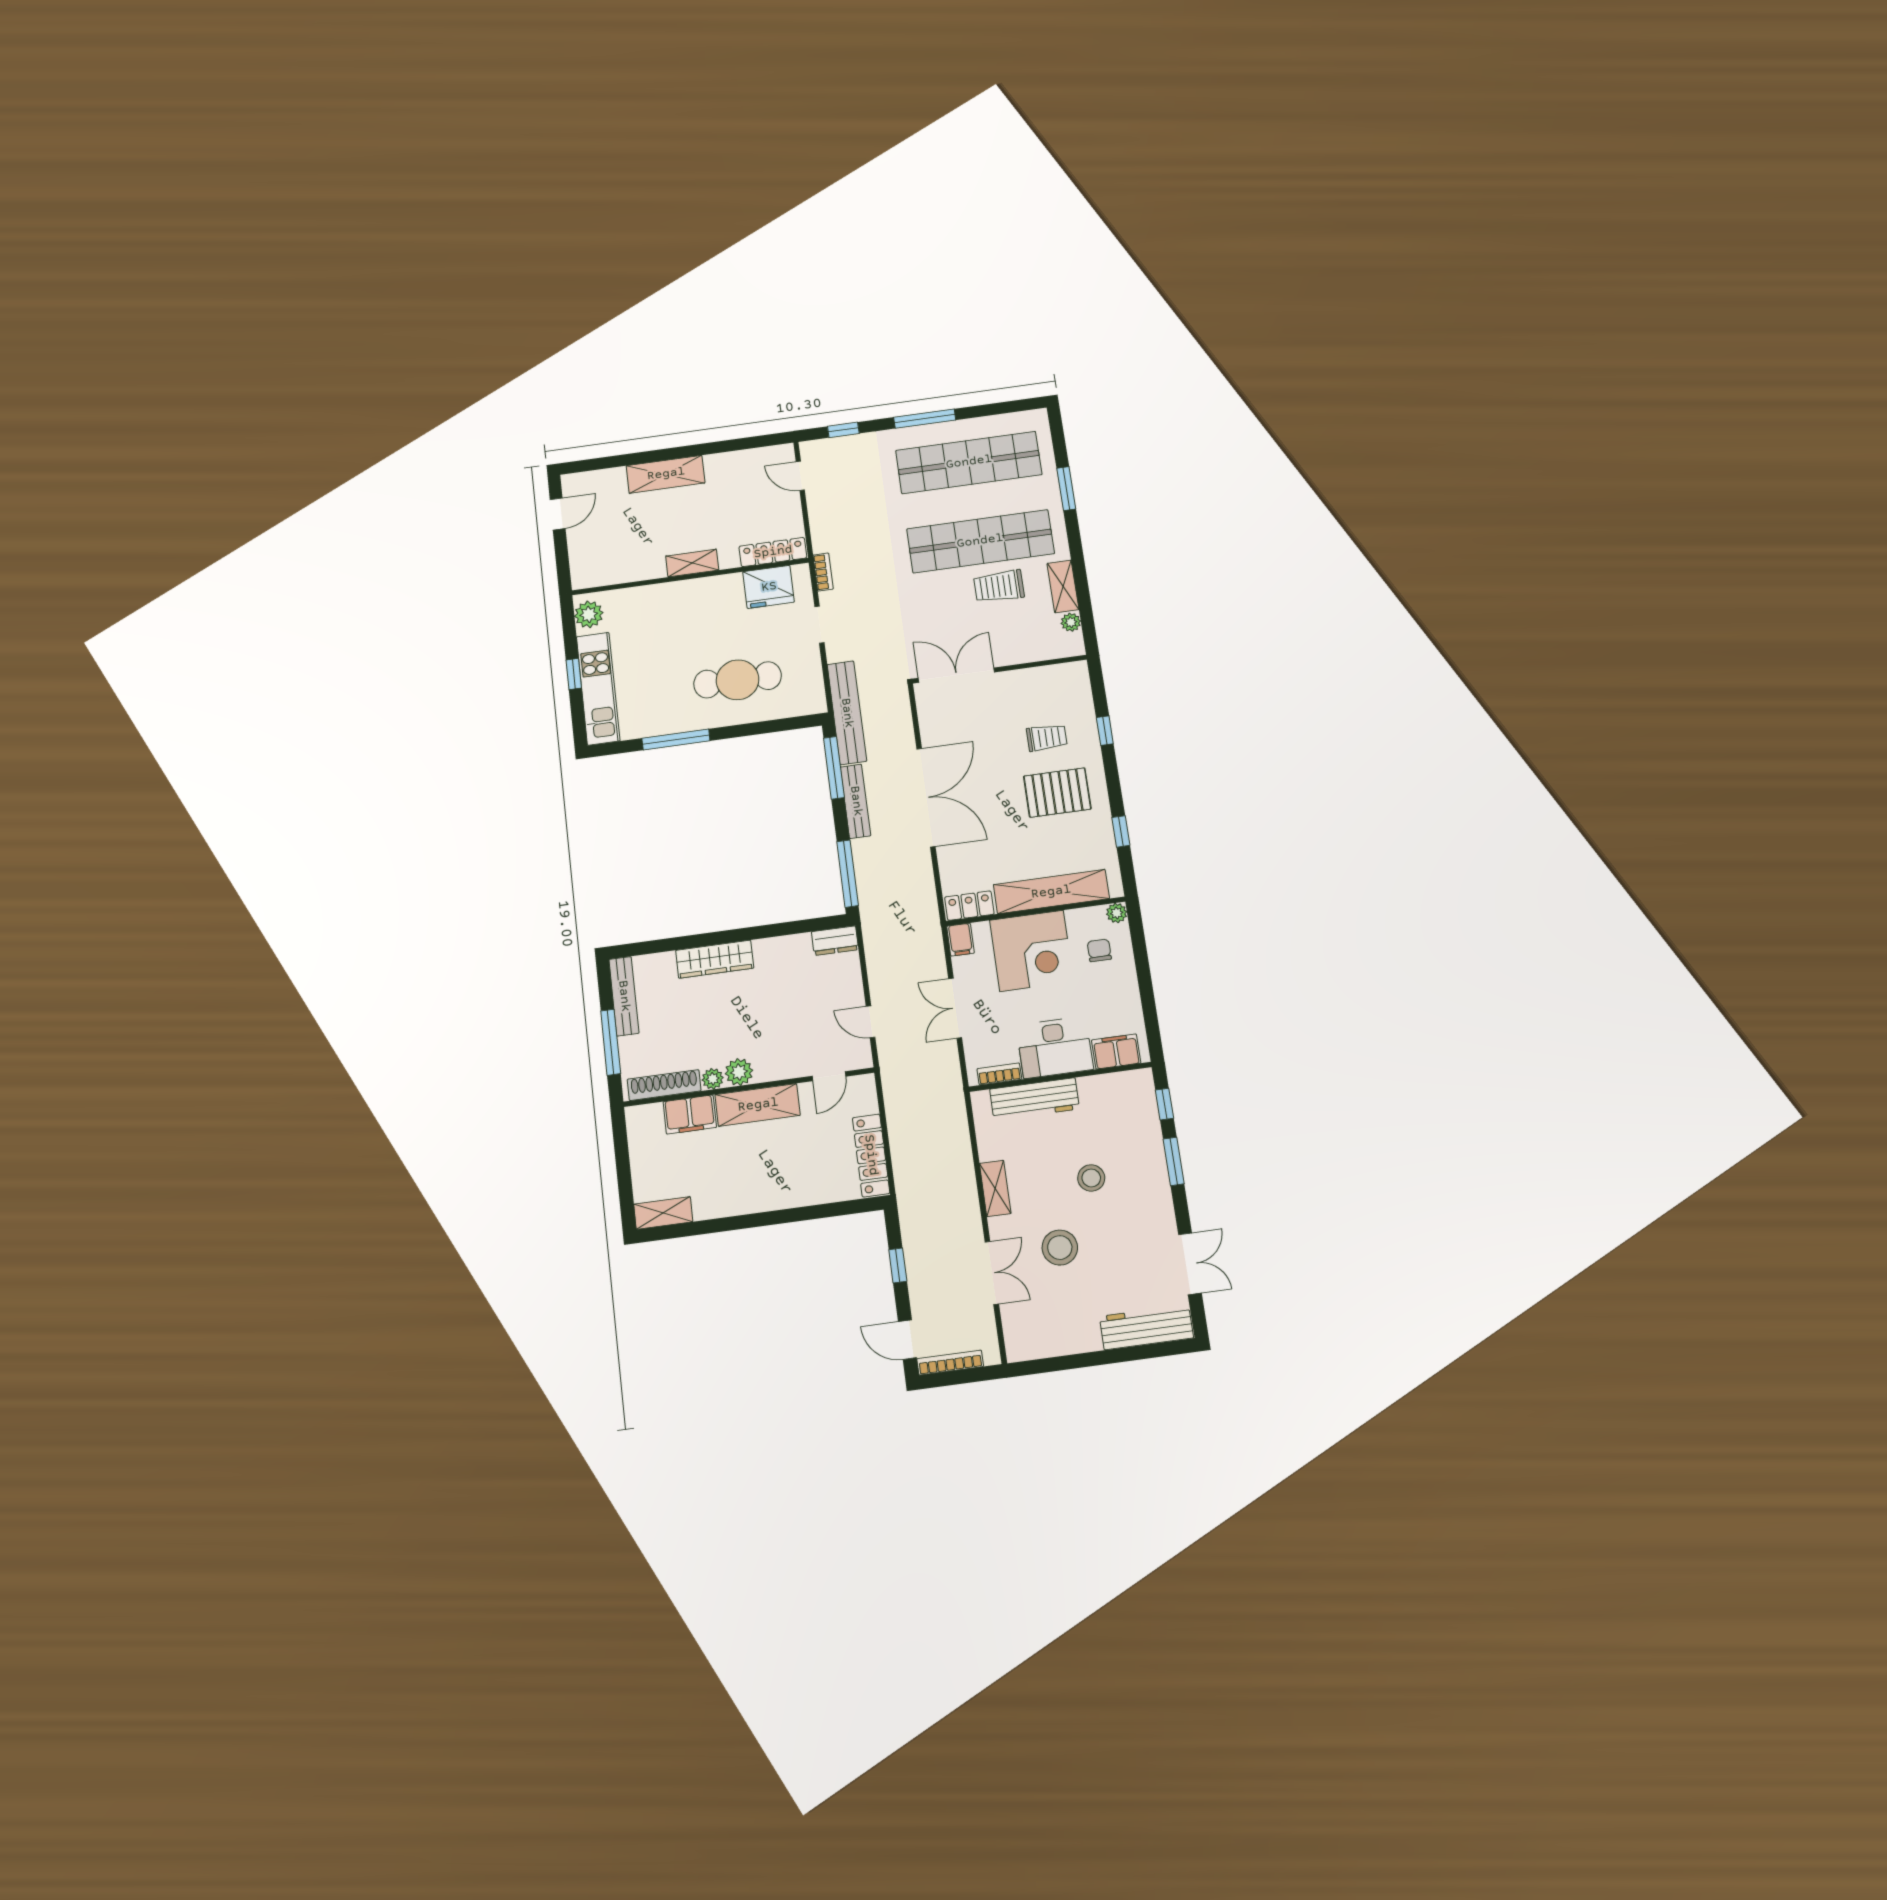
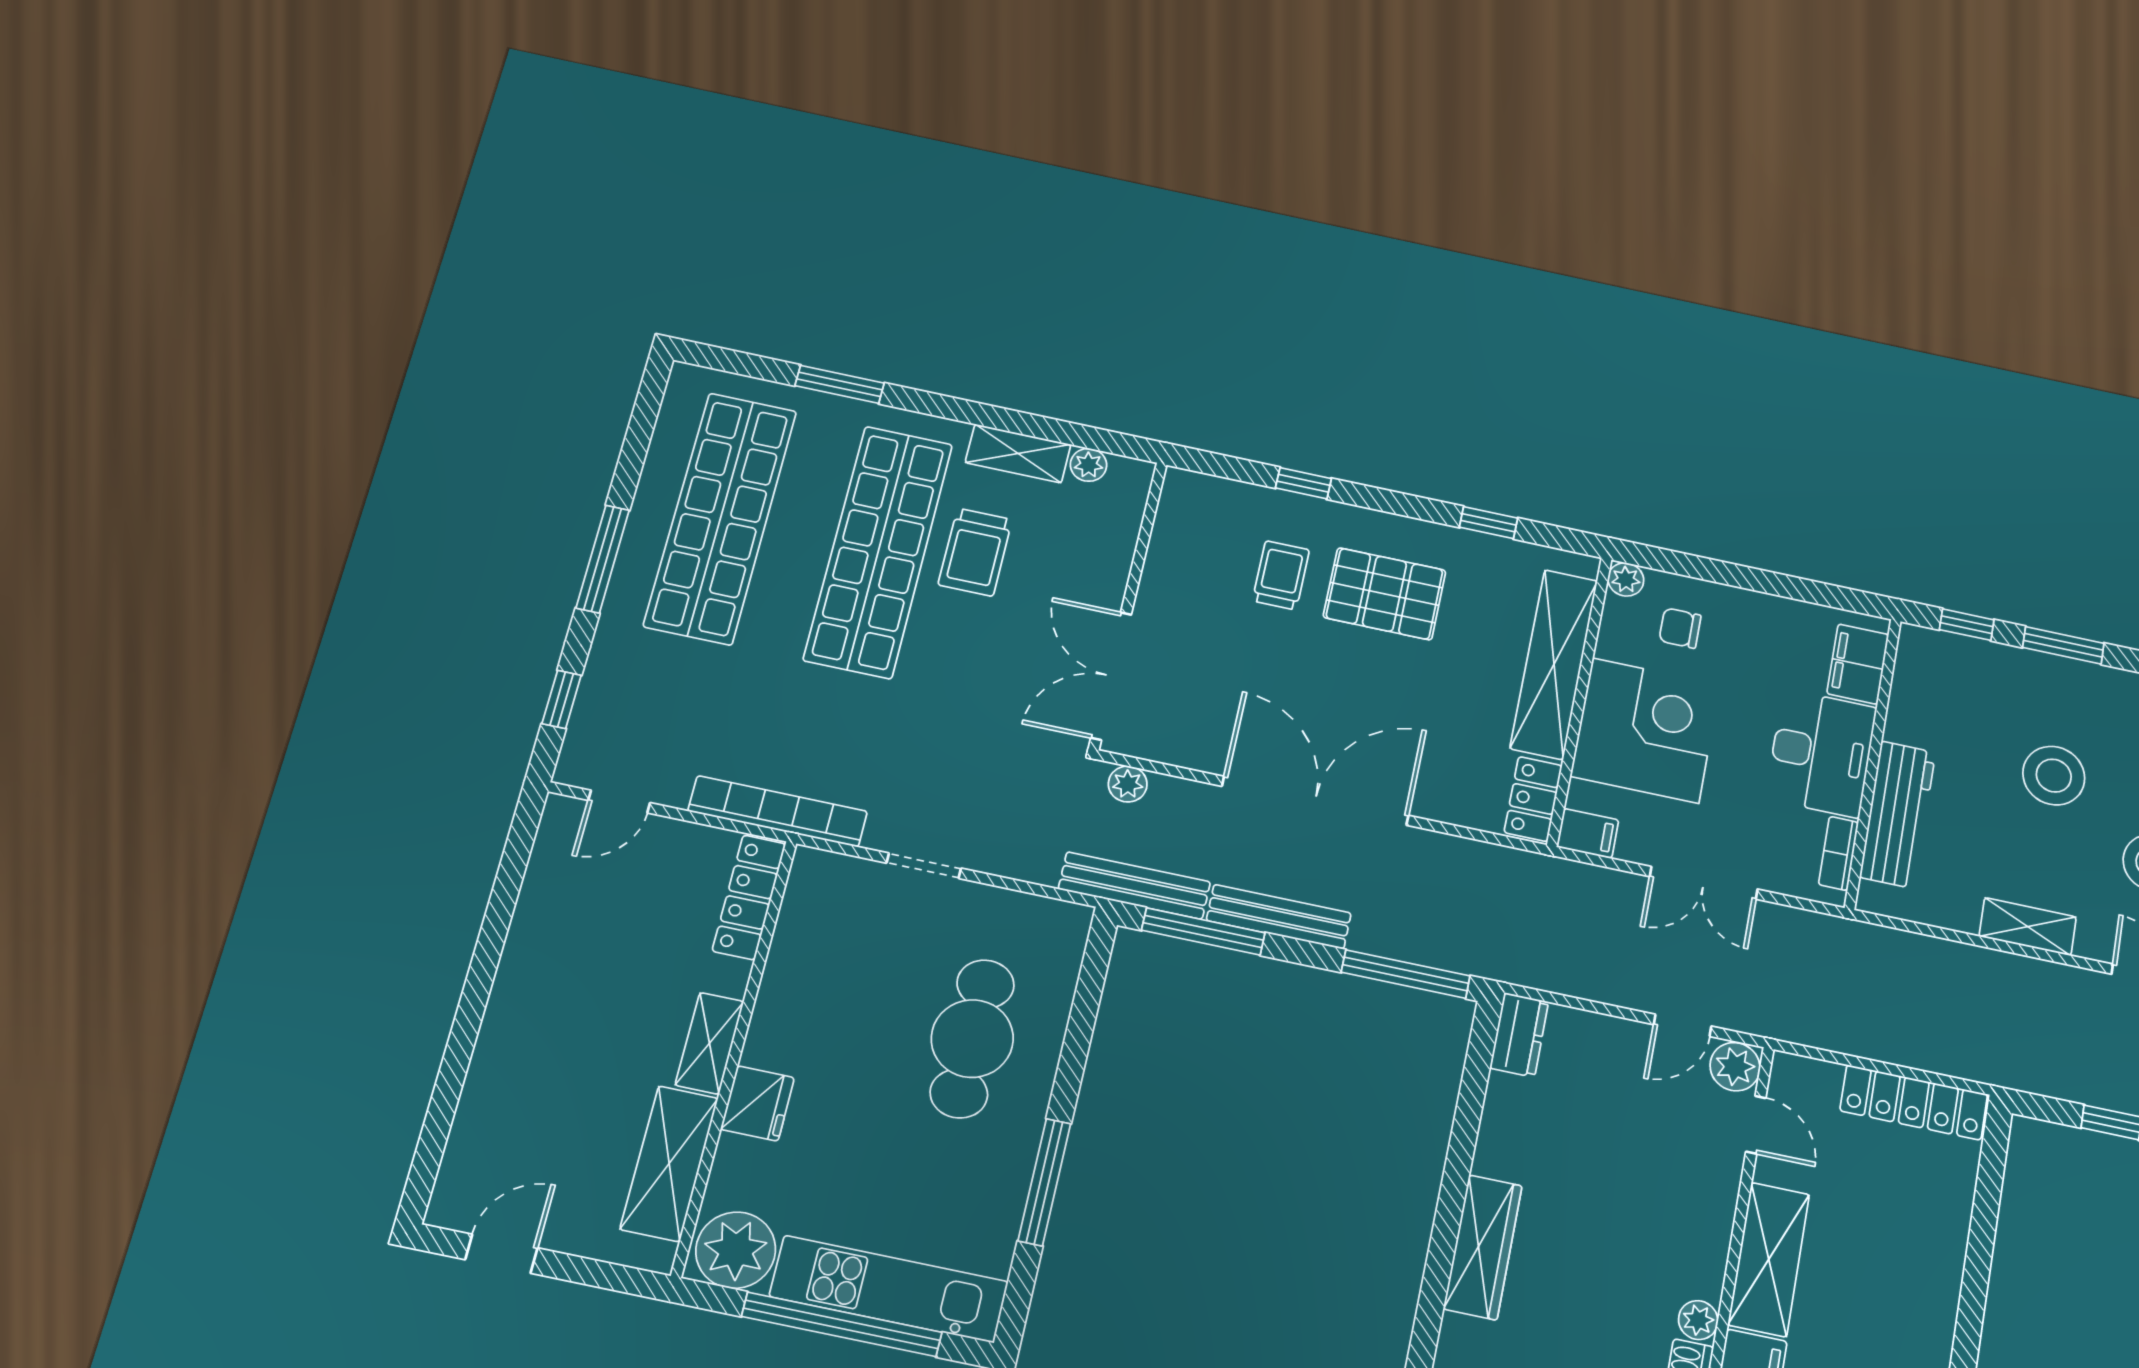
shelving: (666, 474) -> (669, 1164), moved
door: (558, 514) -> (501, 1254), hinge flipped
bookcase: (823, 572) -> (778, 811), width x2.31, depth x1.31
fridge: (769, 587) -> (758, 1103), moved, width x0.73, depth x0.75
plant: (589, 614) -> (736, 1250), width x1.36, depth x1.36
window: (574, 674) -> (842, 1324), width x3.17
plant: (900, 704) -> (1128, 784), added
bench: (847, 713) -> (1134, 886), width x0.73, depth x0.82
pallet: (1057, 793) -> (1385, 594), turned 90
plant: (739, 1072) -> (1735, 1067), moved
stool: (1091, 1178) -> (2054, 776), width x1.38, depth x1.38

